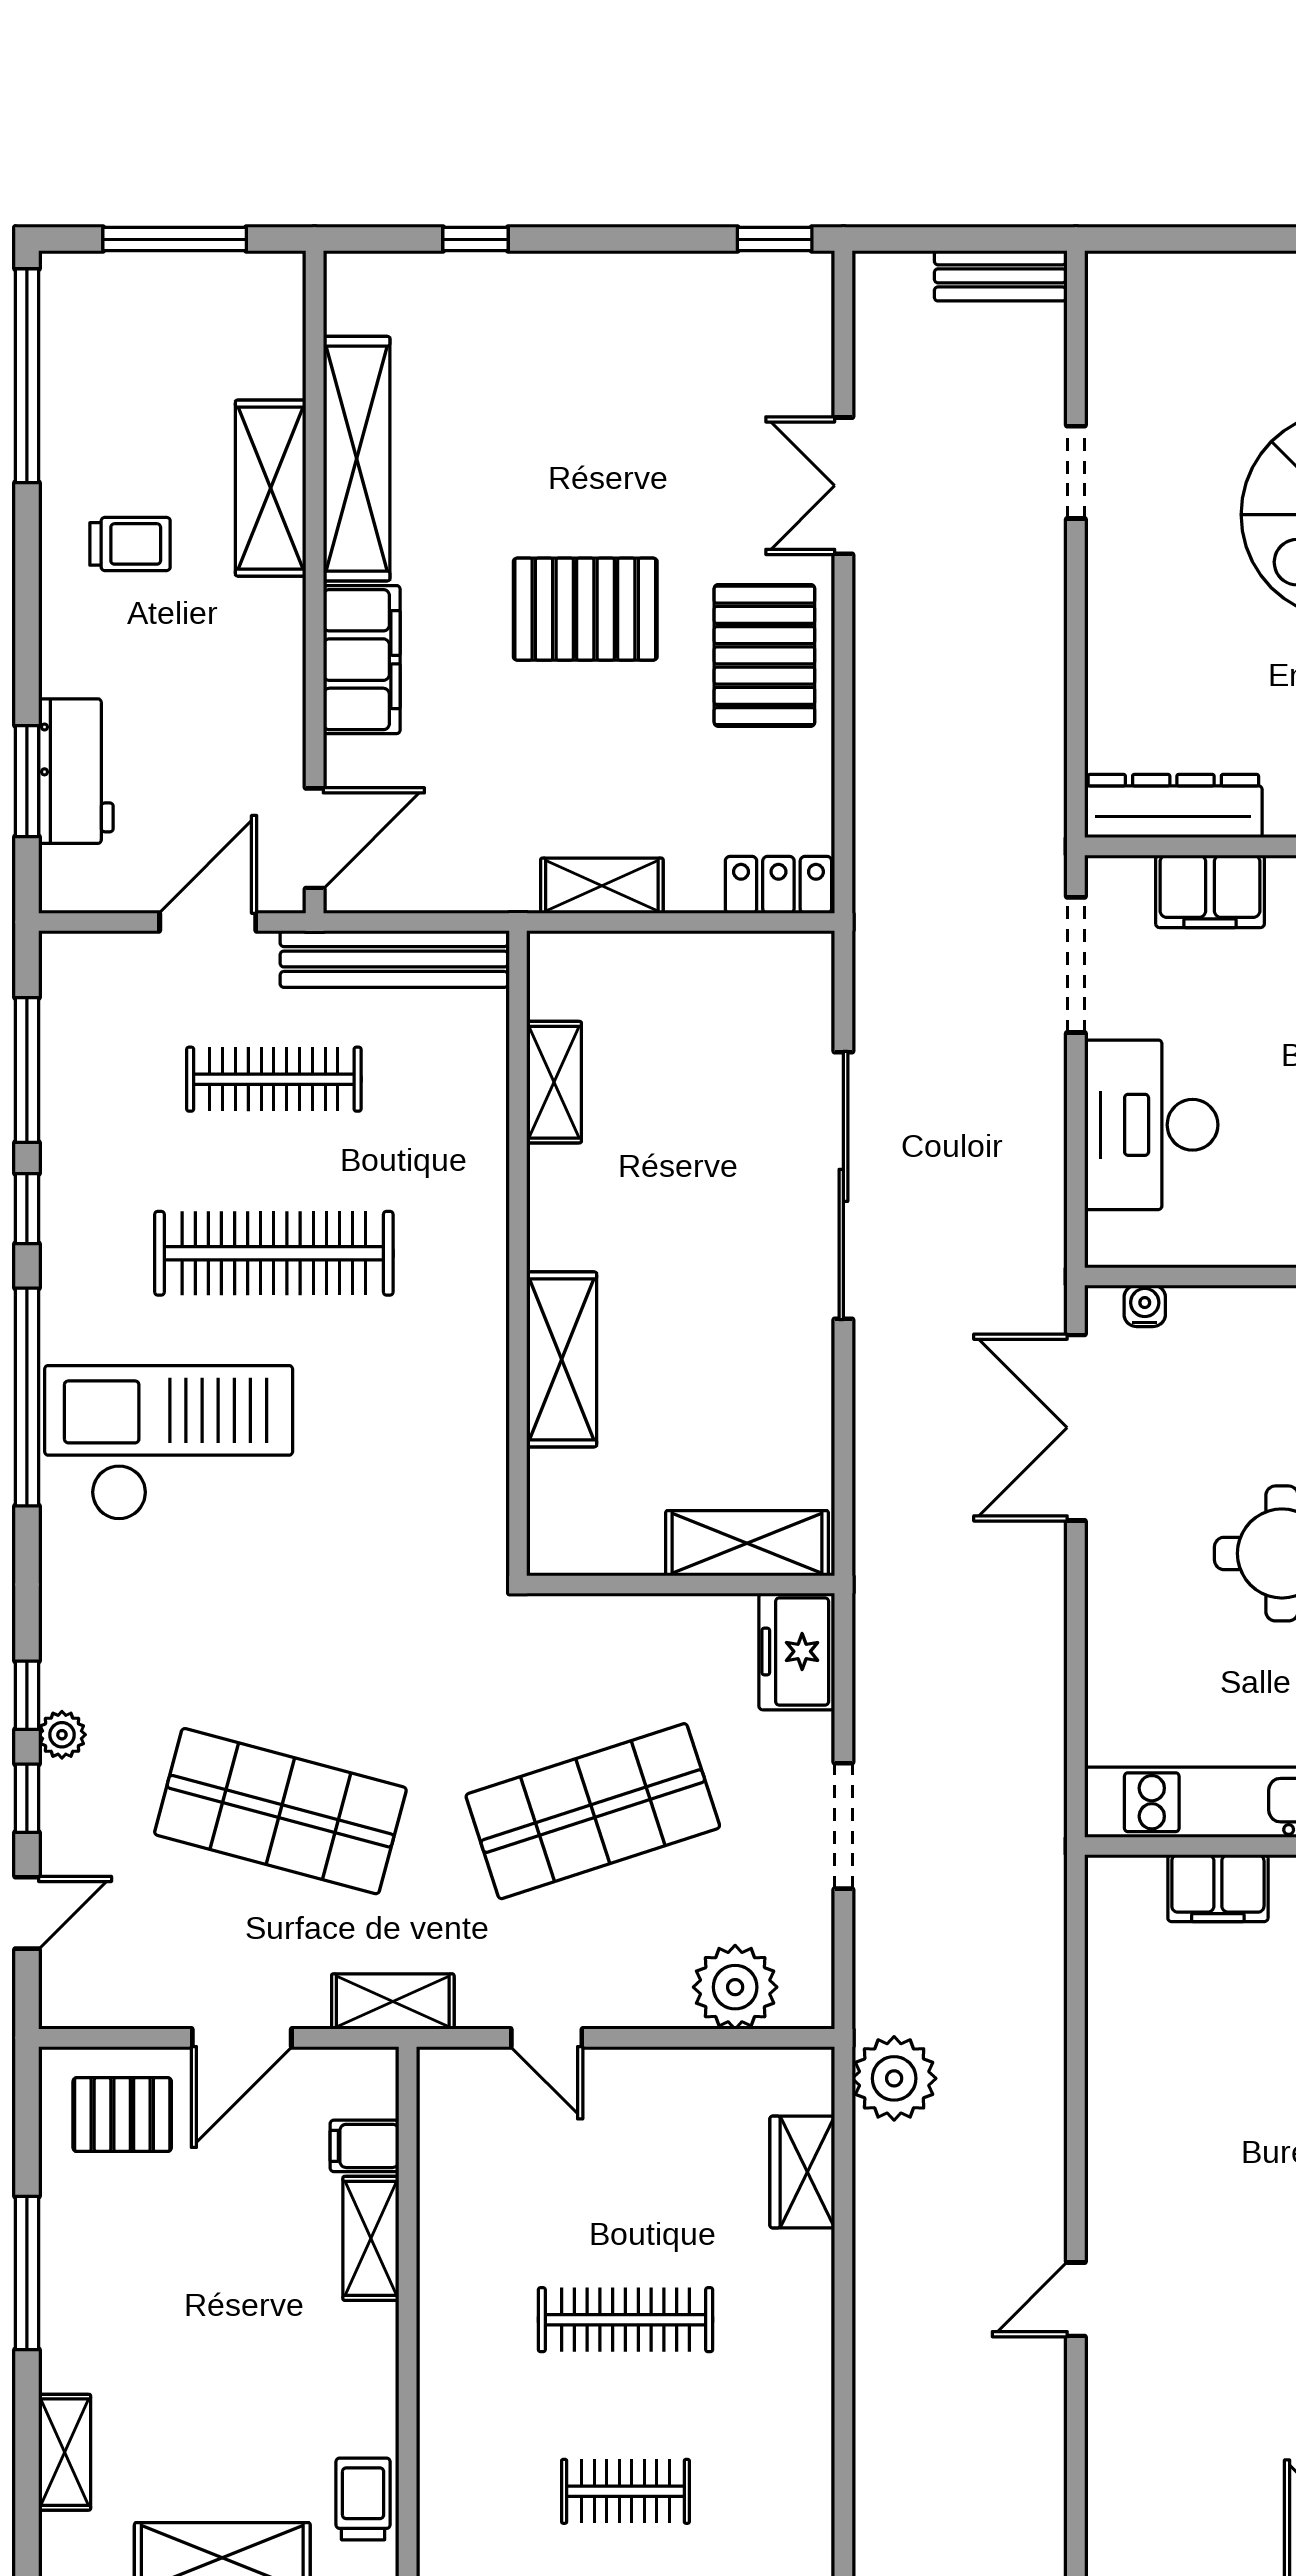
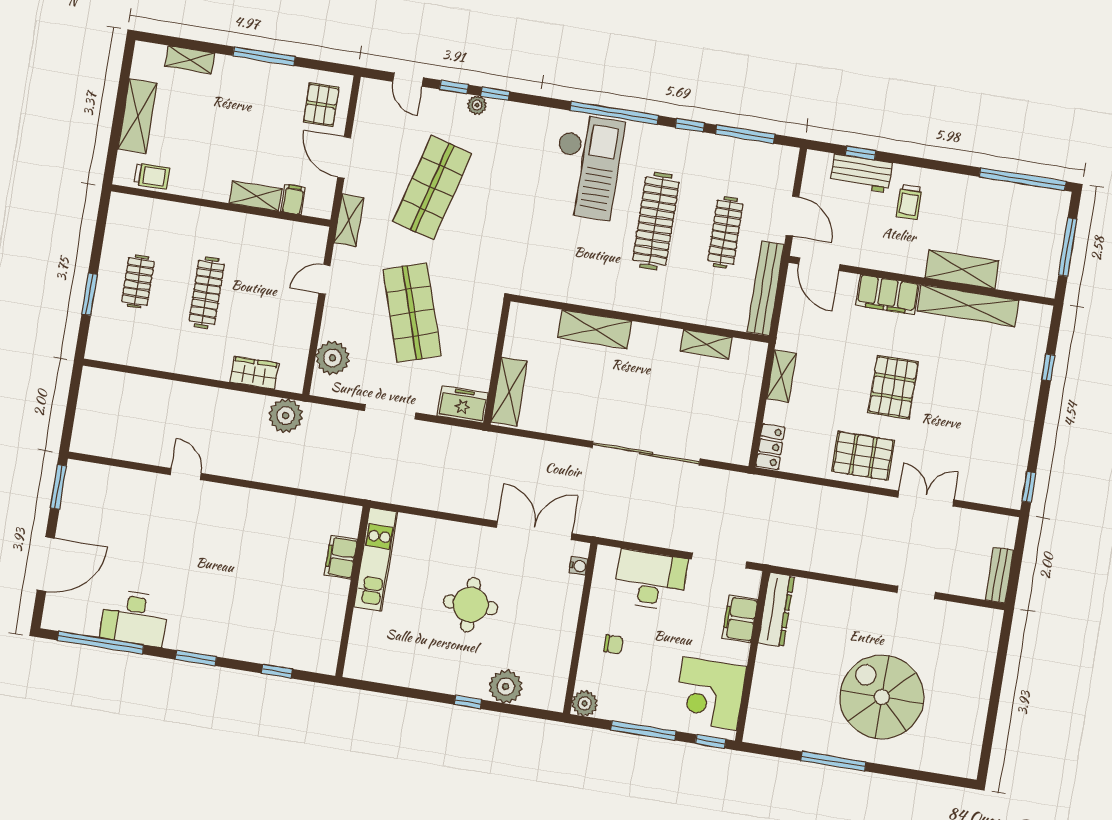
trolley: (130, 544) -> (909, 202), moved
window: (27, 781) -> (861, 153), width x0.67

